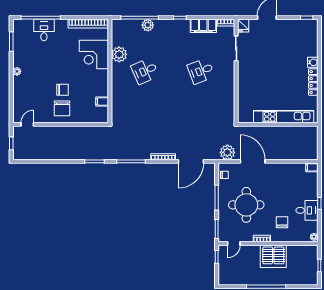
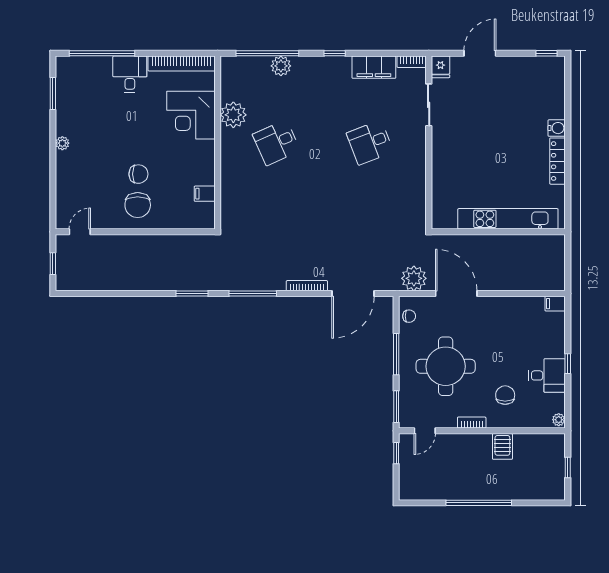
desk: (44, 30) -> (130, 74), moved
server rack: (273, 256) -> (502, 446), width x0.46, depth x0.70

